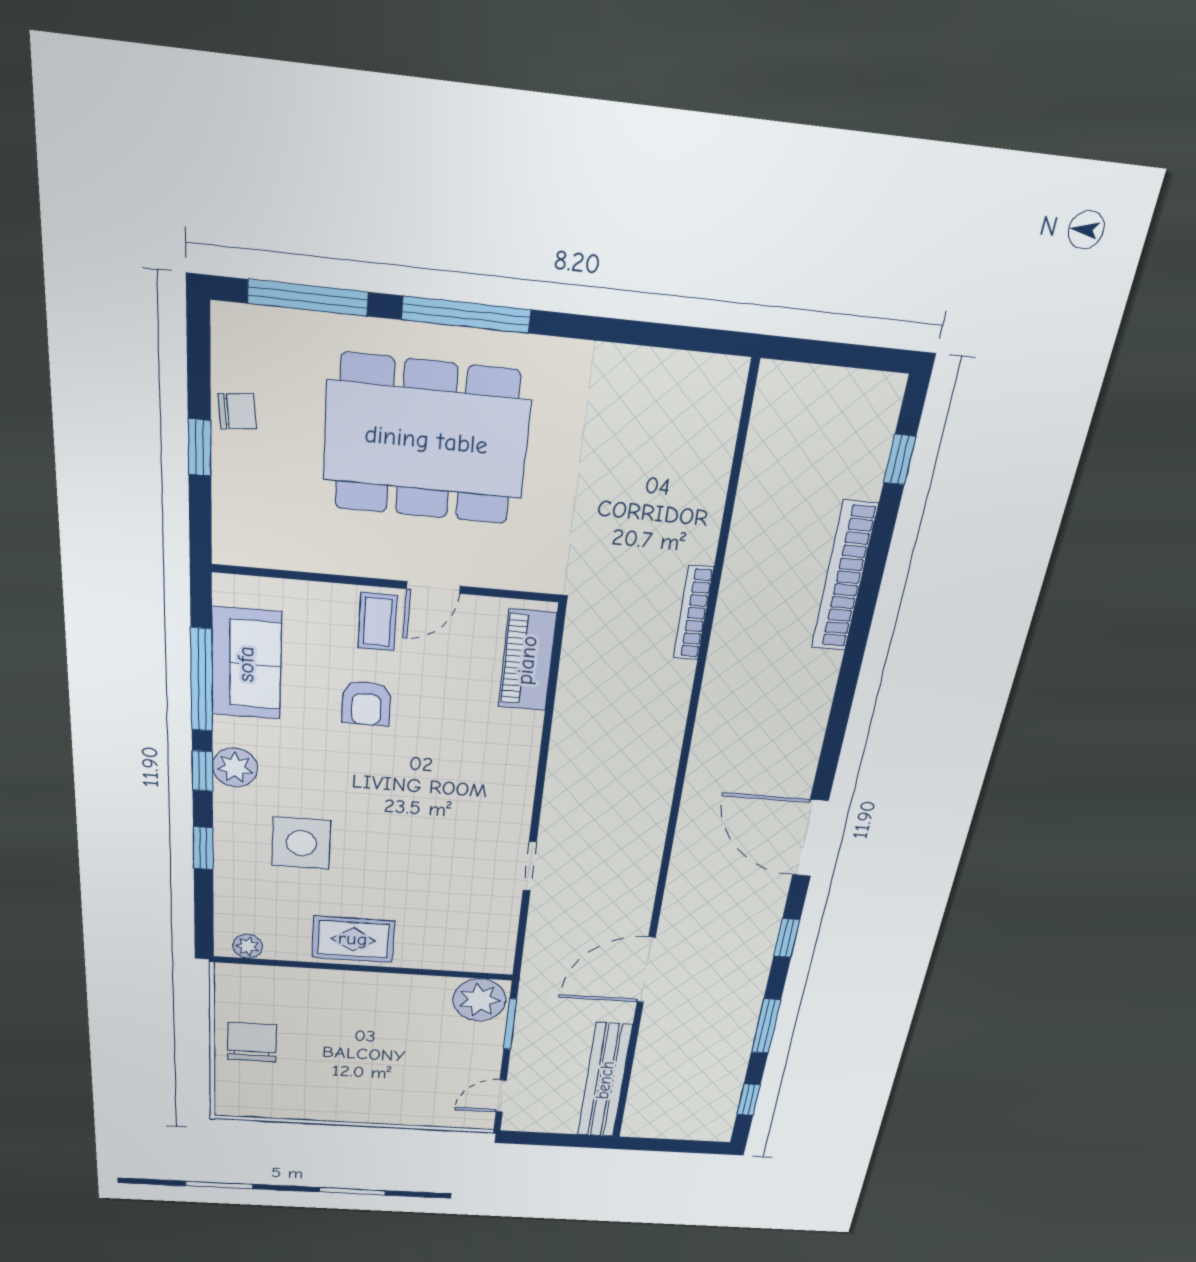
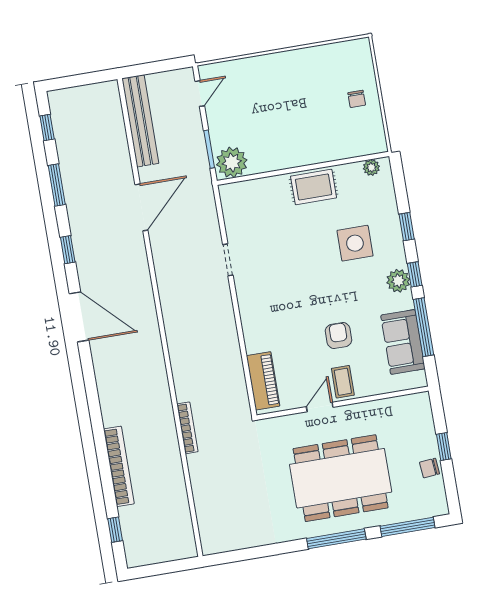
chair: (252, 1042) -> (357, 99), width x0.54, depth x0.54

